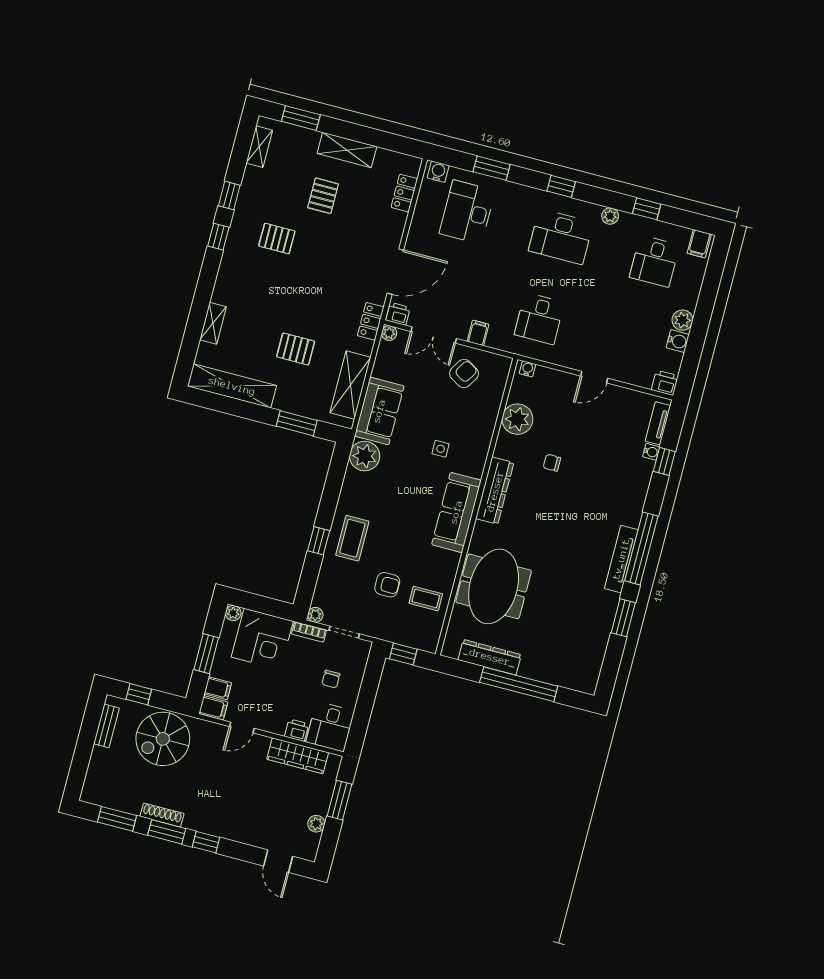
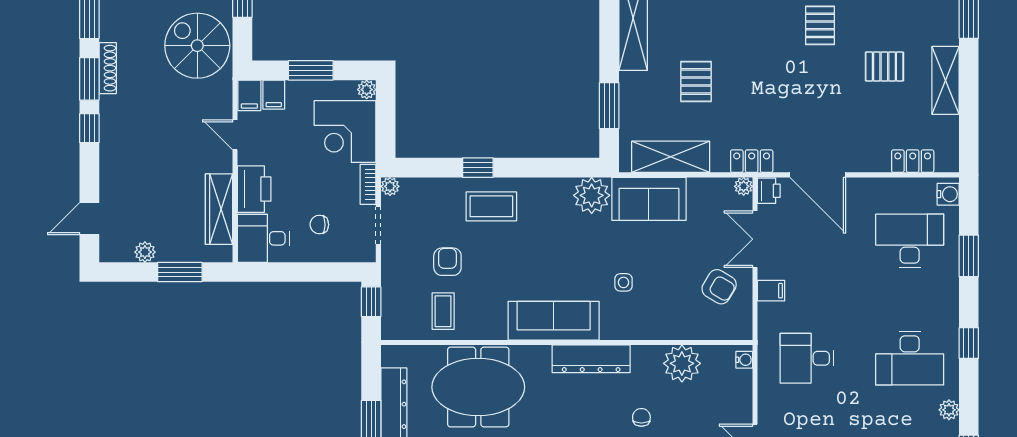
desk: (561, 237) -> (910, 358), turned -90
armchair: (387, 585) -> (447, 262), turned 180
printer: (297, 730) -> (254, 189), width x1.87, depth x1.48

